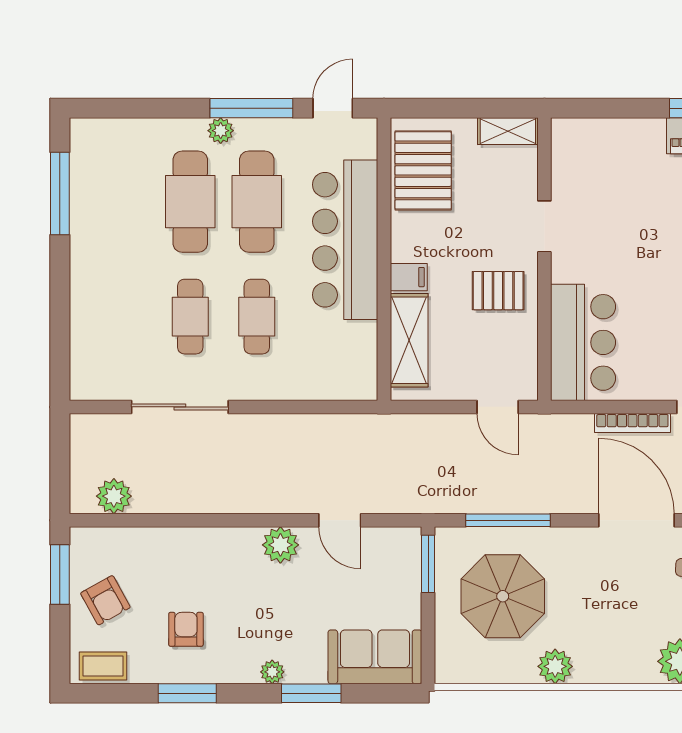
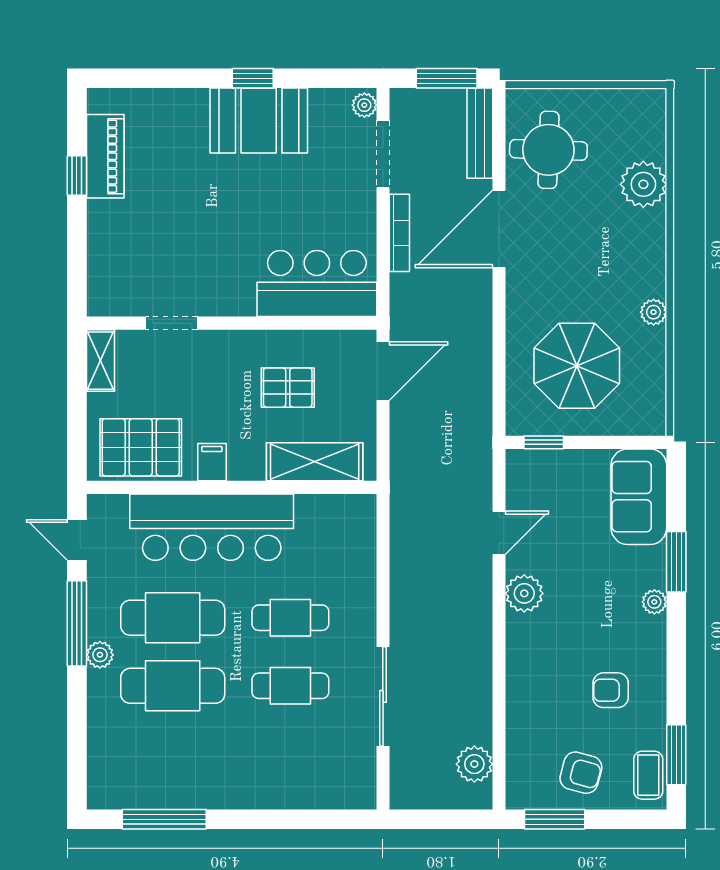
doorway: (544, 226) -> (172, 323), moved
filing cabinet: (409, 277) -> (212, 462), moved
pallet: (498, 291) -> (288, 388), moved, turned 90
door: (498, 407) -> (383, 371), width x1.38
window: (508, 520) -> (499, 360), removed
window: (428, 564) -> (544, 442), width x0.67
armchair: (105, 600) -> (581, 773), turned 44
plant: (555, 666) -> (654, 312), width x0.73, depth x0.73
window: (187, 693) -> (676, 755), moved

